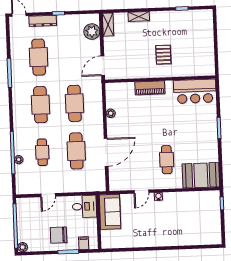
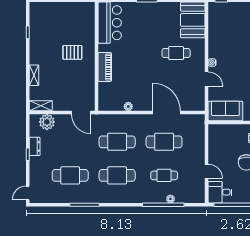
dresser: (43, 21) -> (35, 146), moved, width x0.70
desk: (84, 206) -> (220, 192), moved, turned -90

